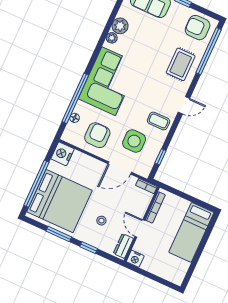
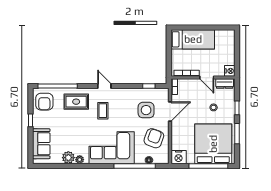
coffee table: (159, 121) -> (103, 111), moved
armchair: (97, 135) -> (154, 138), turned 110
door: (120, 168) -> (170, 112), hinge flipped
door: (140, 228) -> (207, 78), hinge flipped

